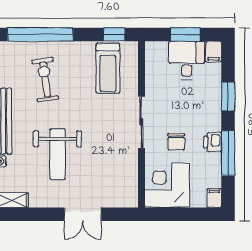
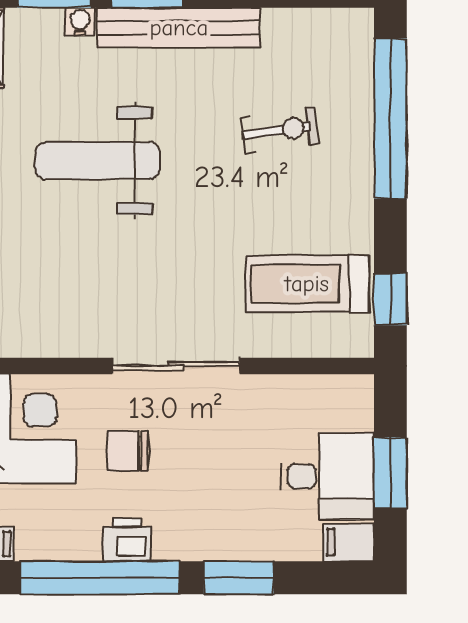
exercise bike: (45, 80) -> (280, 130), width x0.73, depth x0.72
window: (228, 153) -> (100, 578), width x1.46

